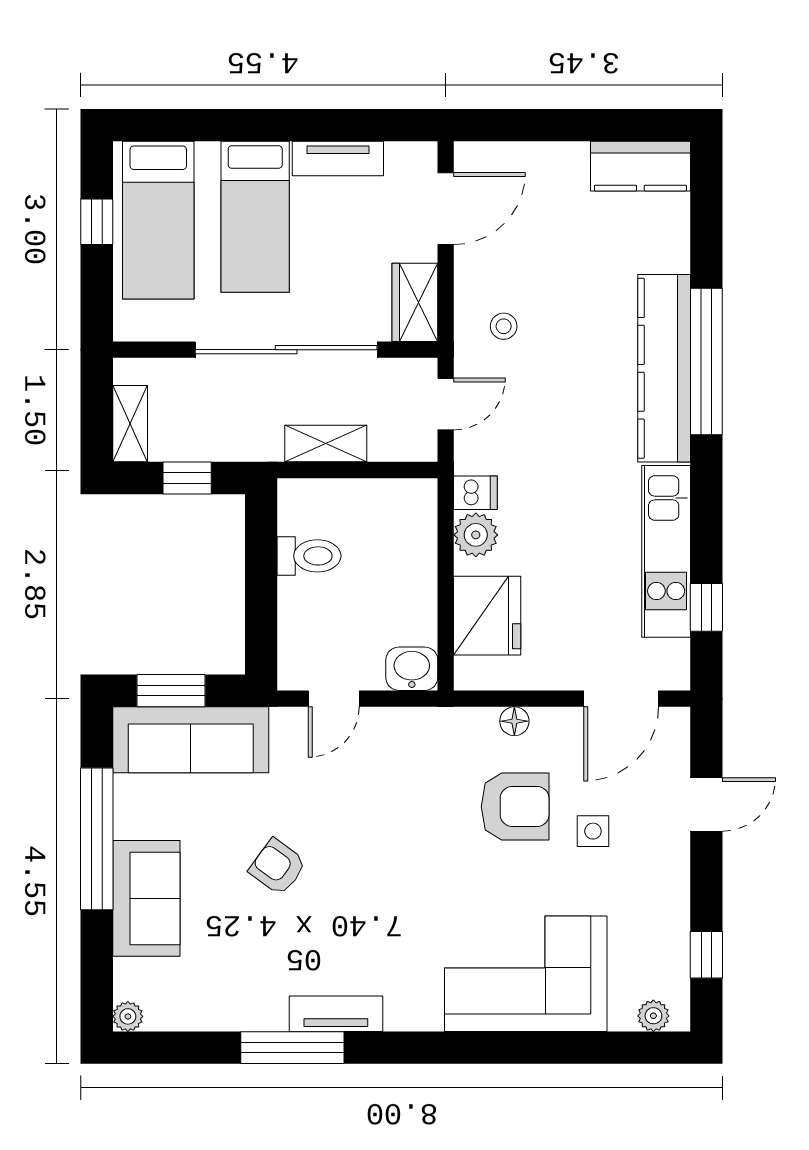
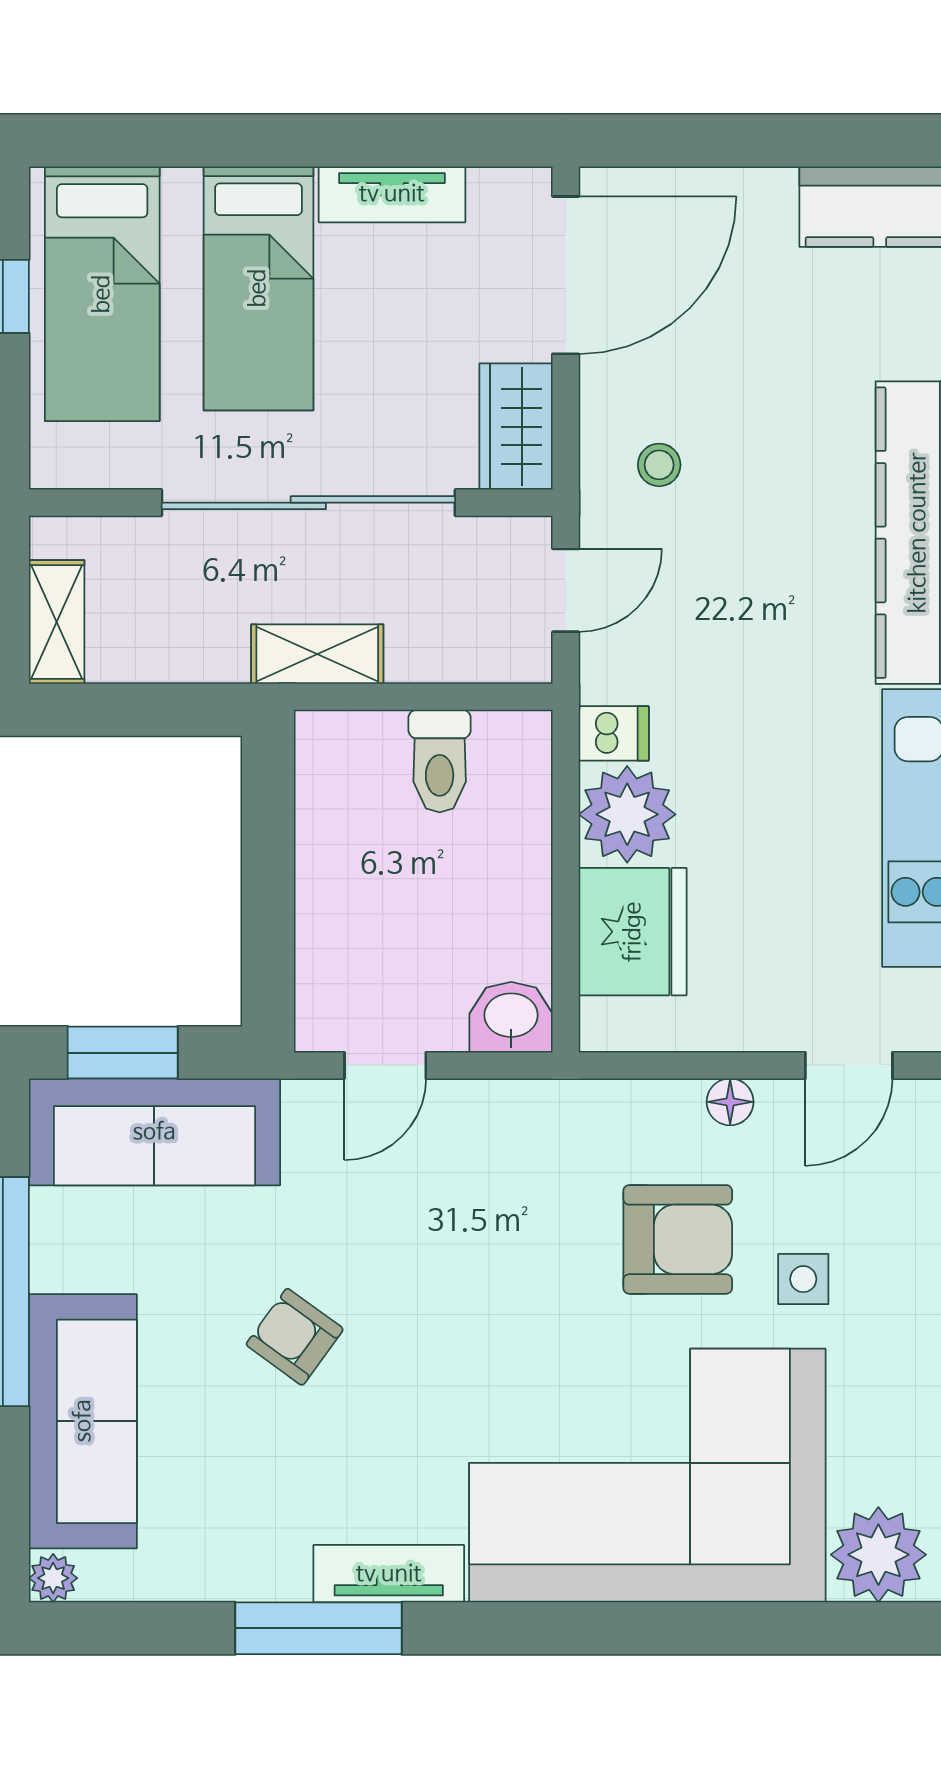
door: (446, 209) -> (566, 275), width x1.36
shelving: (326, 444) -> (317, 654), moved
window: (187, 478) -> (149, 710), removed
plant: (476, 535) -> (627, 814), width x1.36, depth x1.36
toilet: (309, 556) -> (440, 761), moved, turned 90
door: (621, 699) -> (849, 1065), width x0.73
floor lamp: (514, 721) -> (730, 1102), moved
sofa: (146, 898) -> (83, 1421), width x1.36
corner sofa: (526, 974) -> (647, 1476), width x1.36, depth x1.36
plant: (653, 1016) -> (878, 1555), width x1.87, depth x1.87

